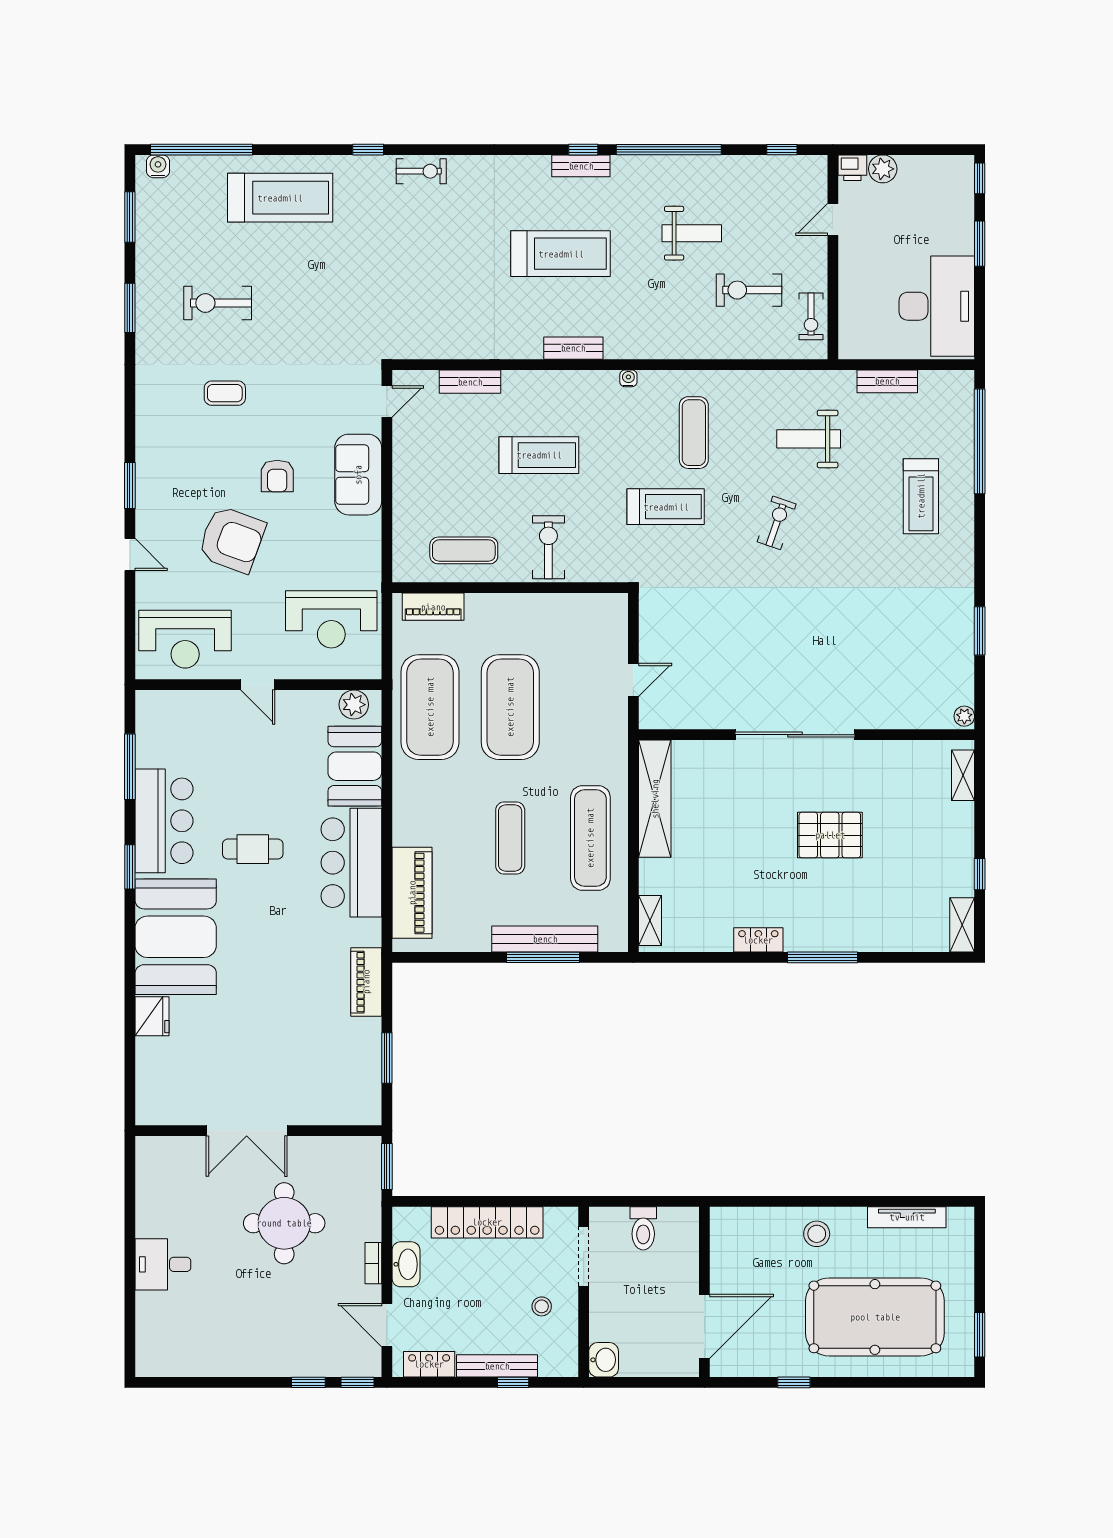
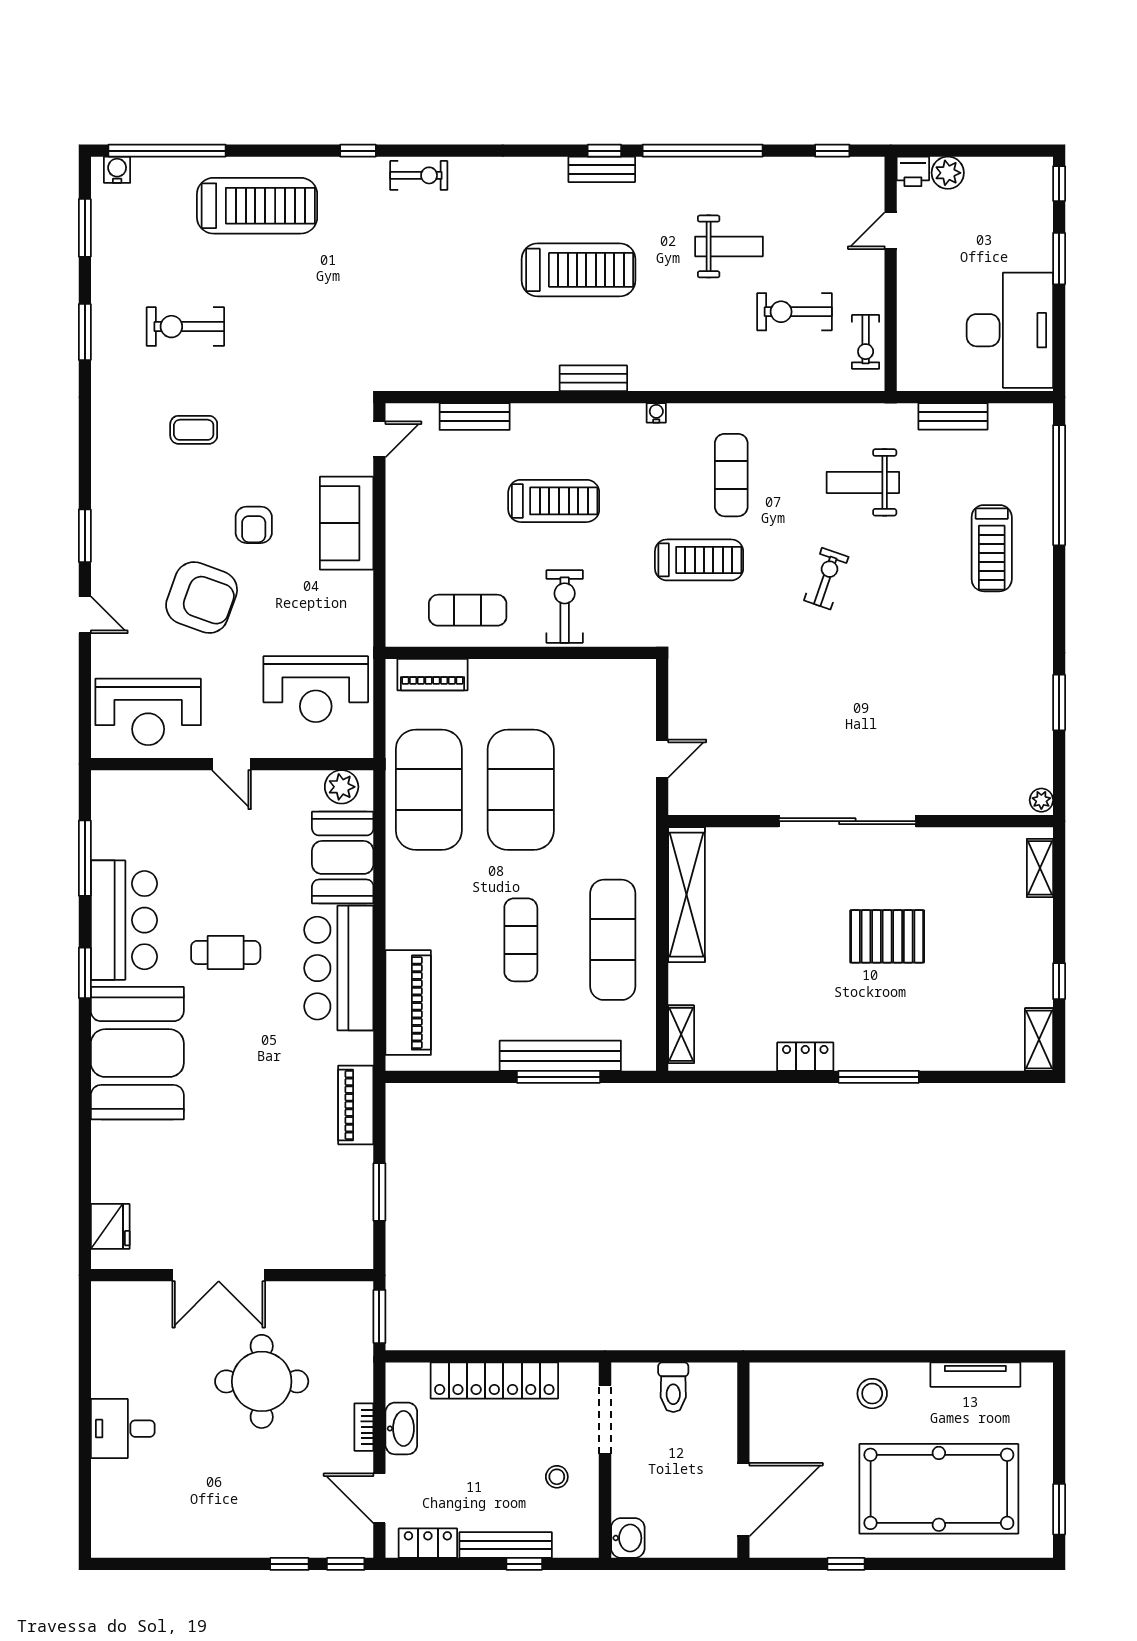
fridge: (152, 1016) -> (110, 1226), moved

